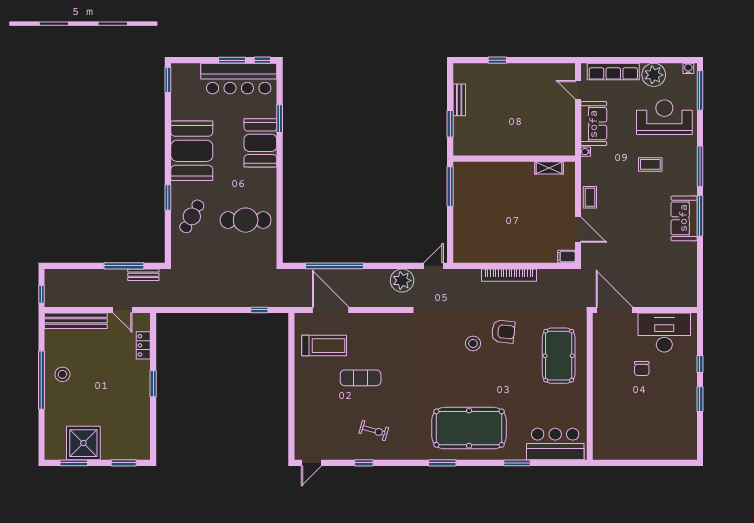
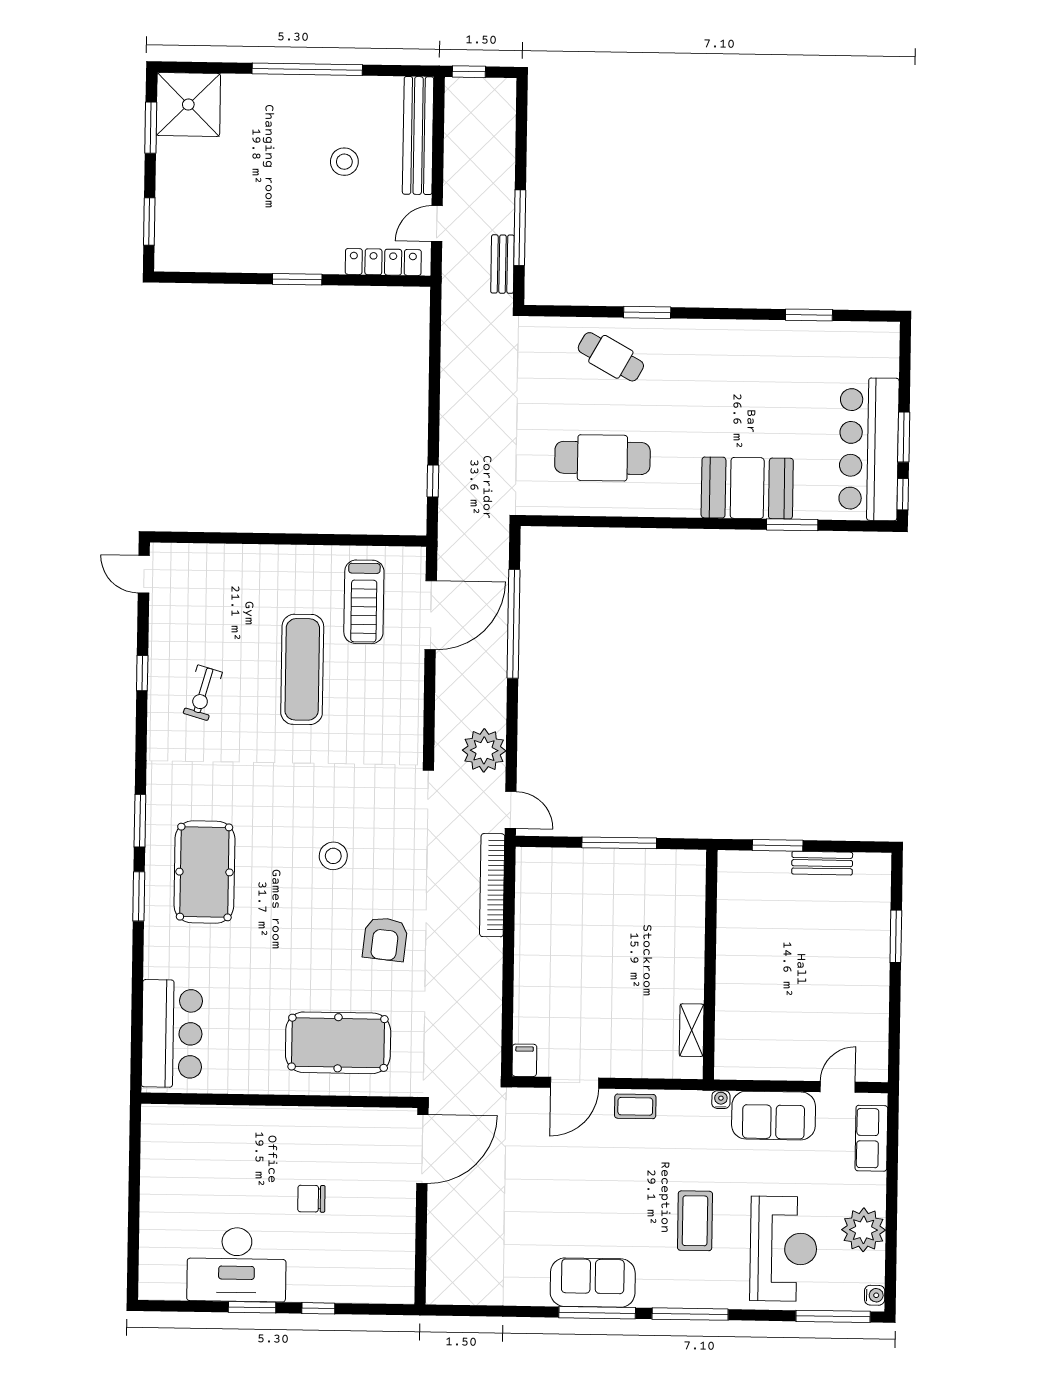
window: (497, 60) -> (896, 936), width x1.50
row of seats: (613, 71) -> (871, 1138), width x0.68
window: (168, 80) -> (809, 315), moved
booth: (192, 151) -> (734, 359), removed
coffee table: (650, 164) -> (695, 1221), width x1.36, depth x1.30
window: (450, 186) -> (619, 843), moved
cafe table: (246, 220) -> (602, 458), turned 90
bookcase: (509, 275) -> (492, 885), moved
desk: (664, 333) -> (237, 1265), moved, turned 90
stool: (473, 343) -> (333, 856), moved
locker: (143, 345) -> (383, 262), width x1.53
stool: (62, 374) -> (344, 162), moved
exercise mat: (361, 378) -> (302, 669), width x1.36, depth x1.45
pool table: (469, 428) -> (204, 872), width x0.73, depth x0.76
shower: (83, 443) -> (188, 105), moved
window: (517, 463) -> (139, 896), moved

